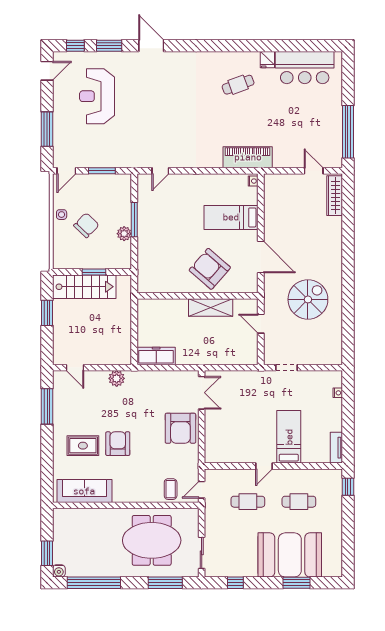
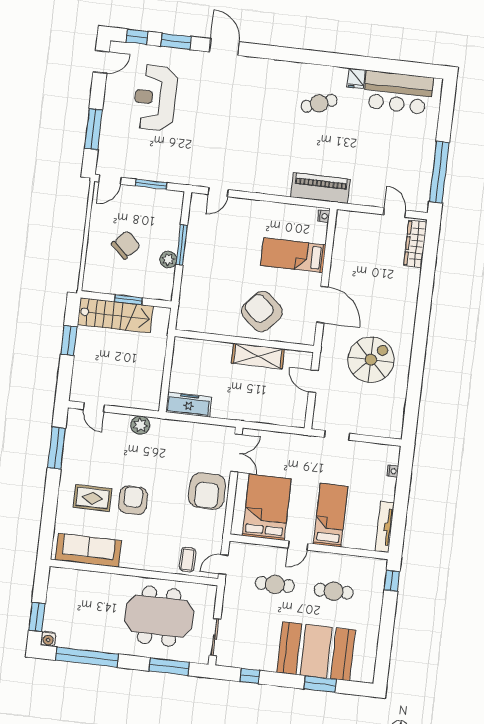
side table: (62, 215) -> (99, 229), removed
bed: (233, 436) -> (267, 507), added
tv unit: (336, 448) -> (385, 527), width x1.41

